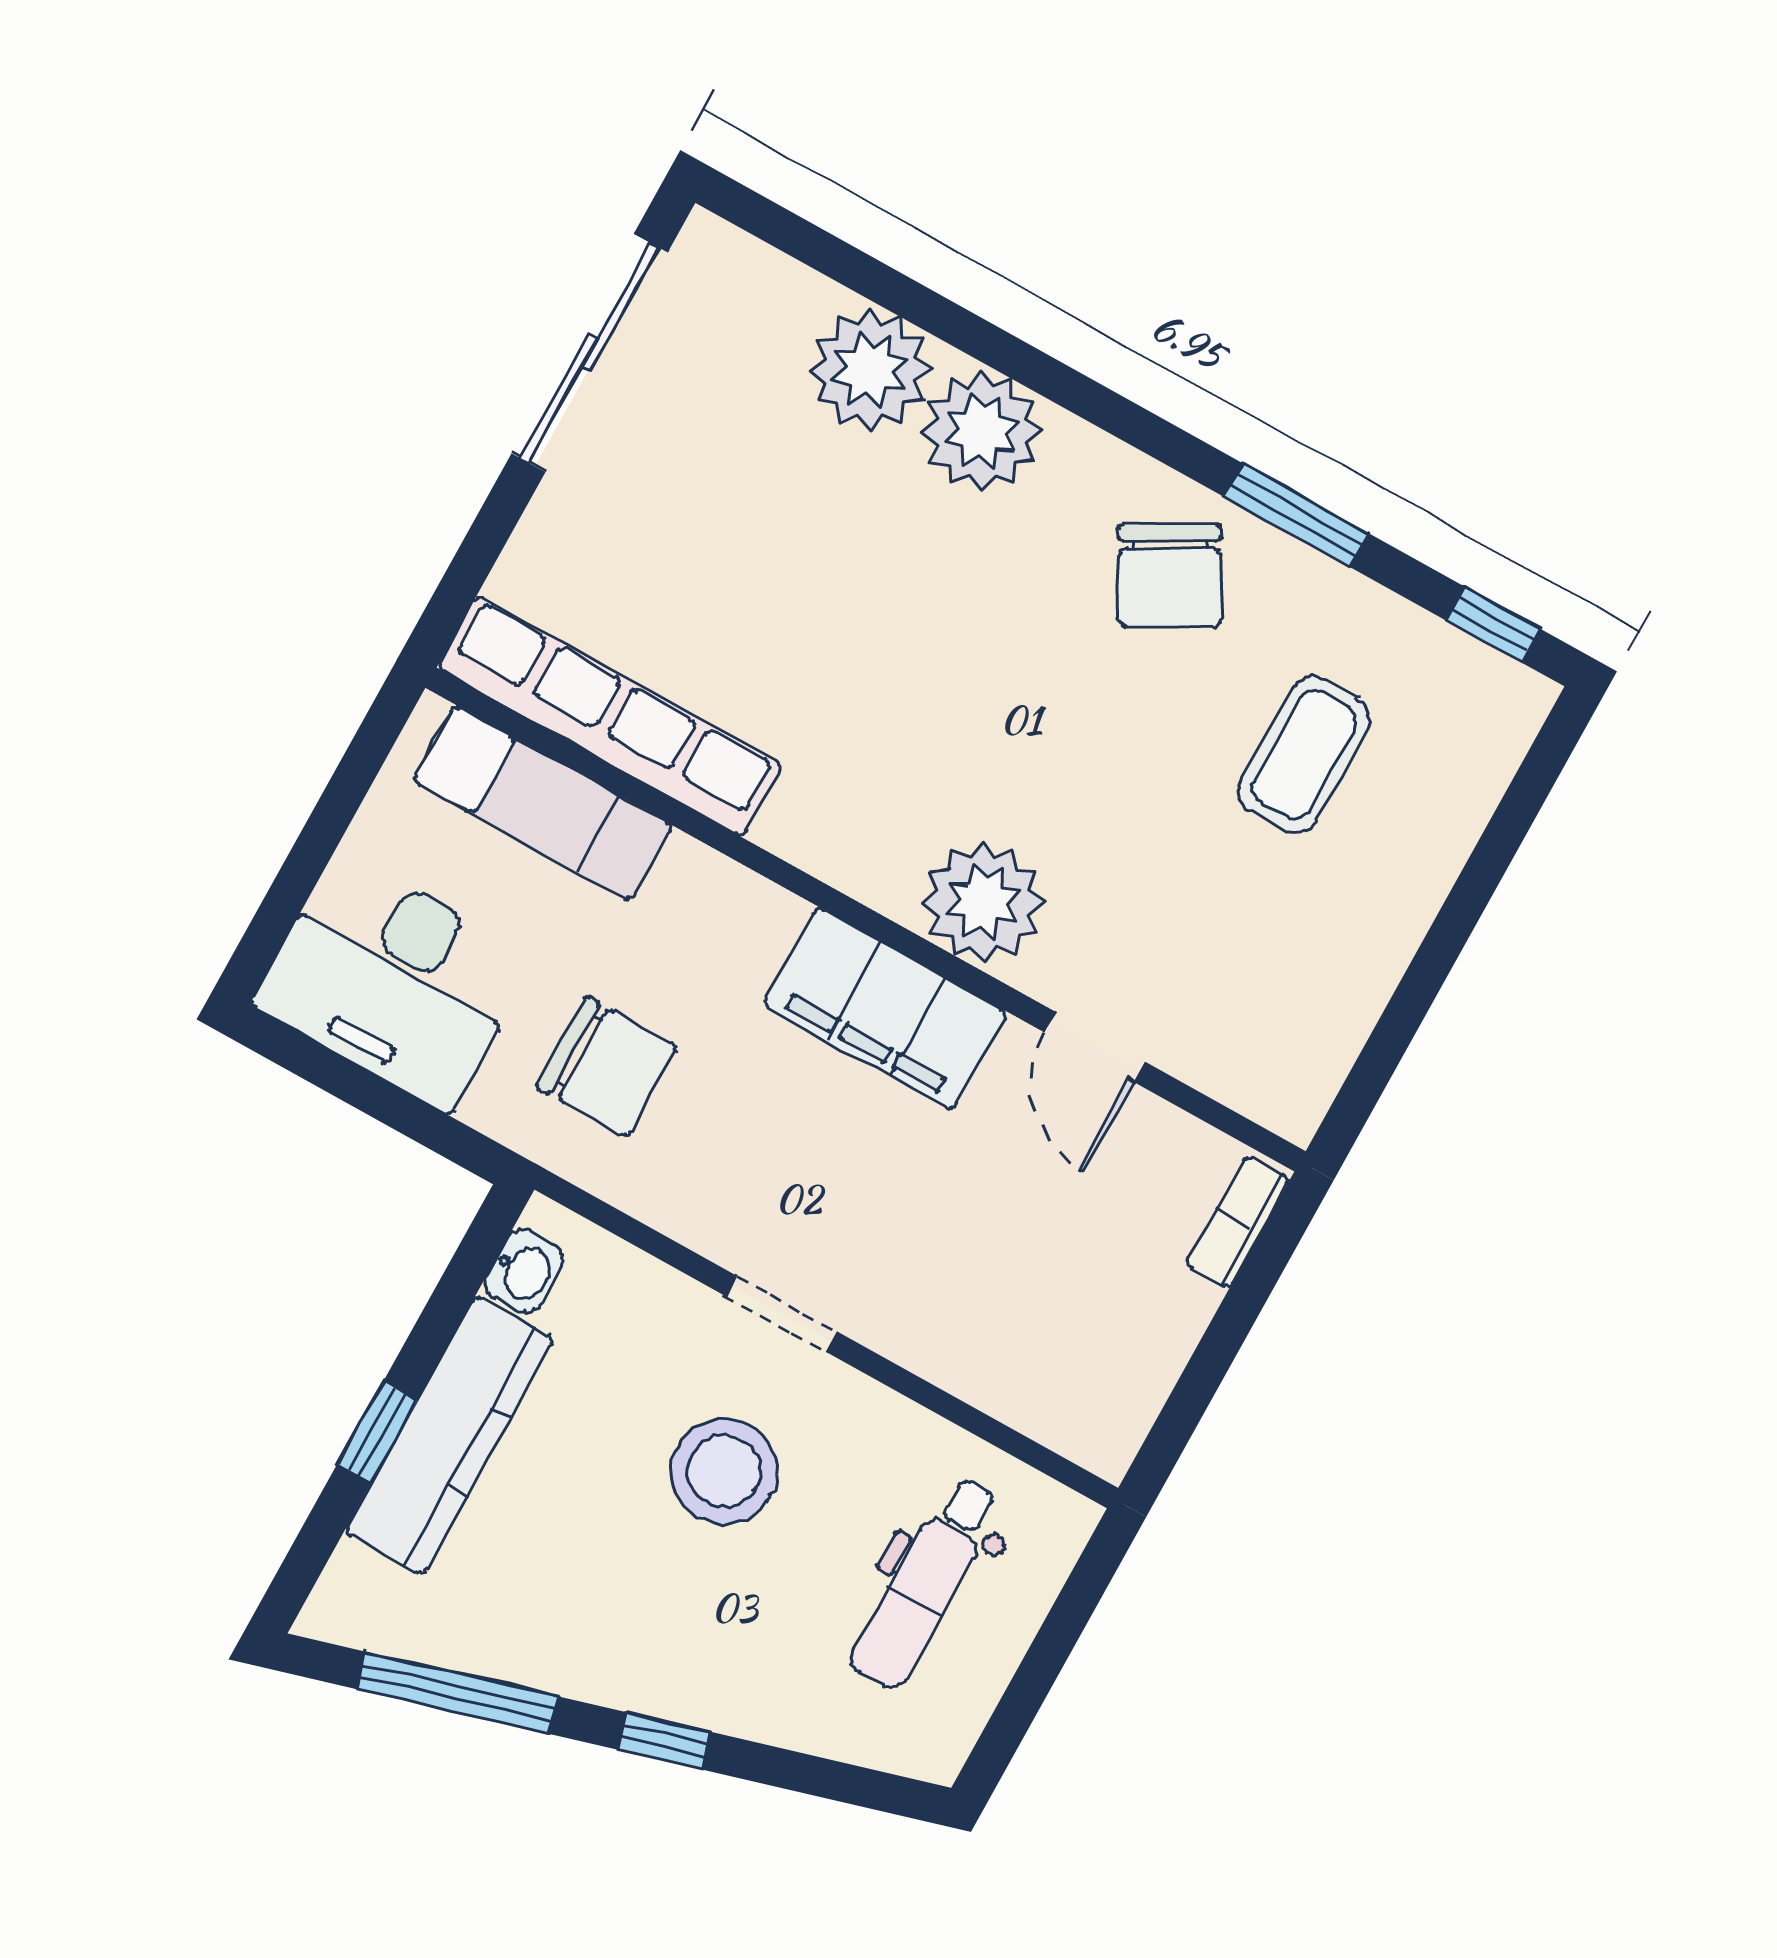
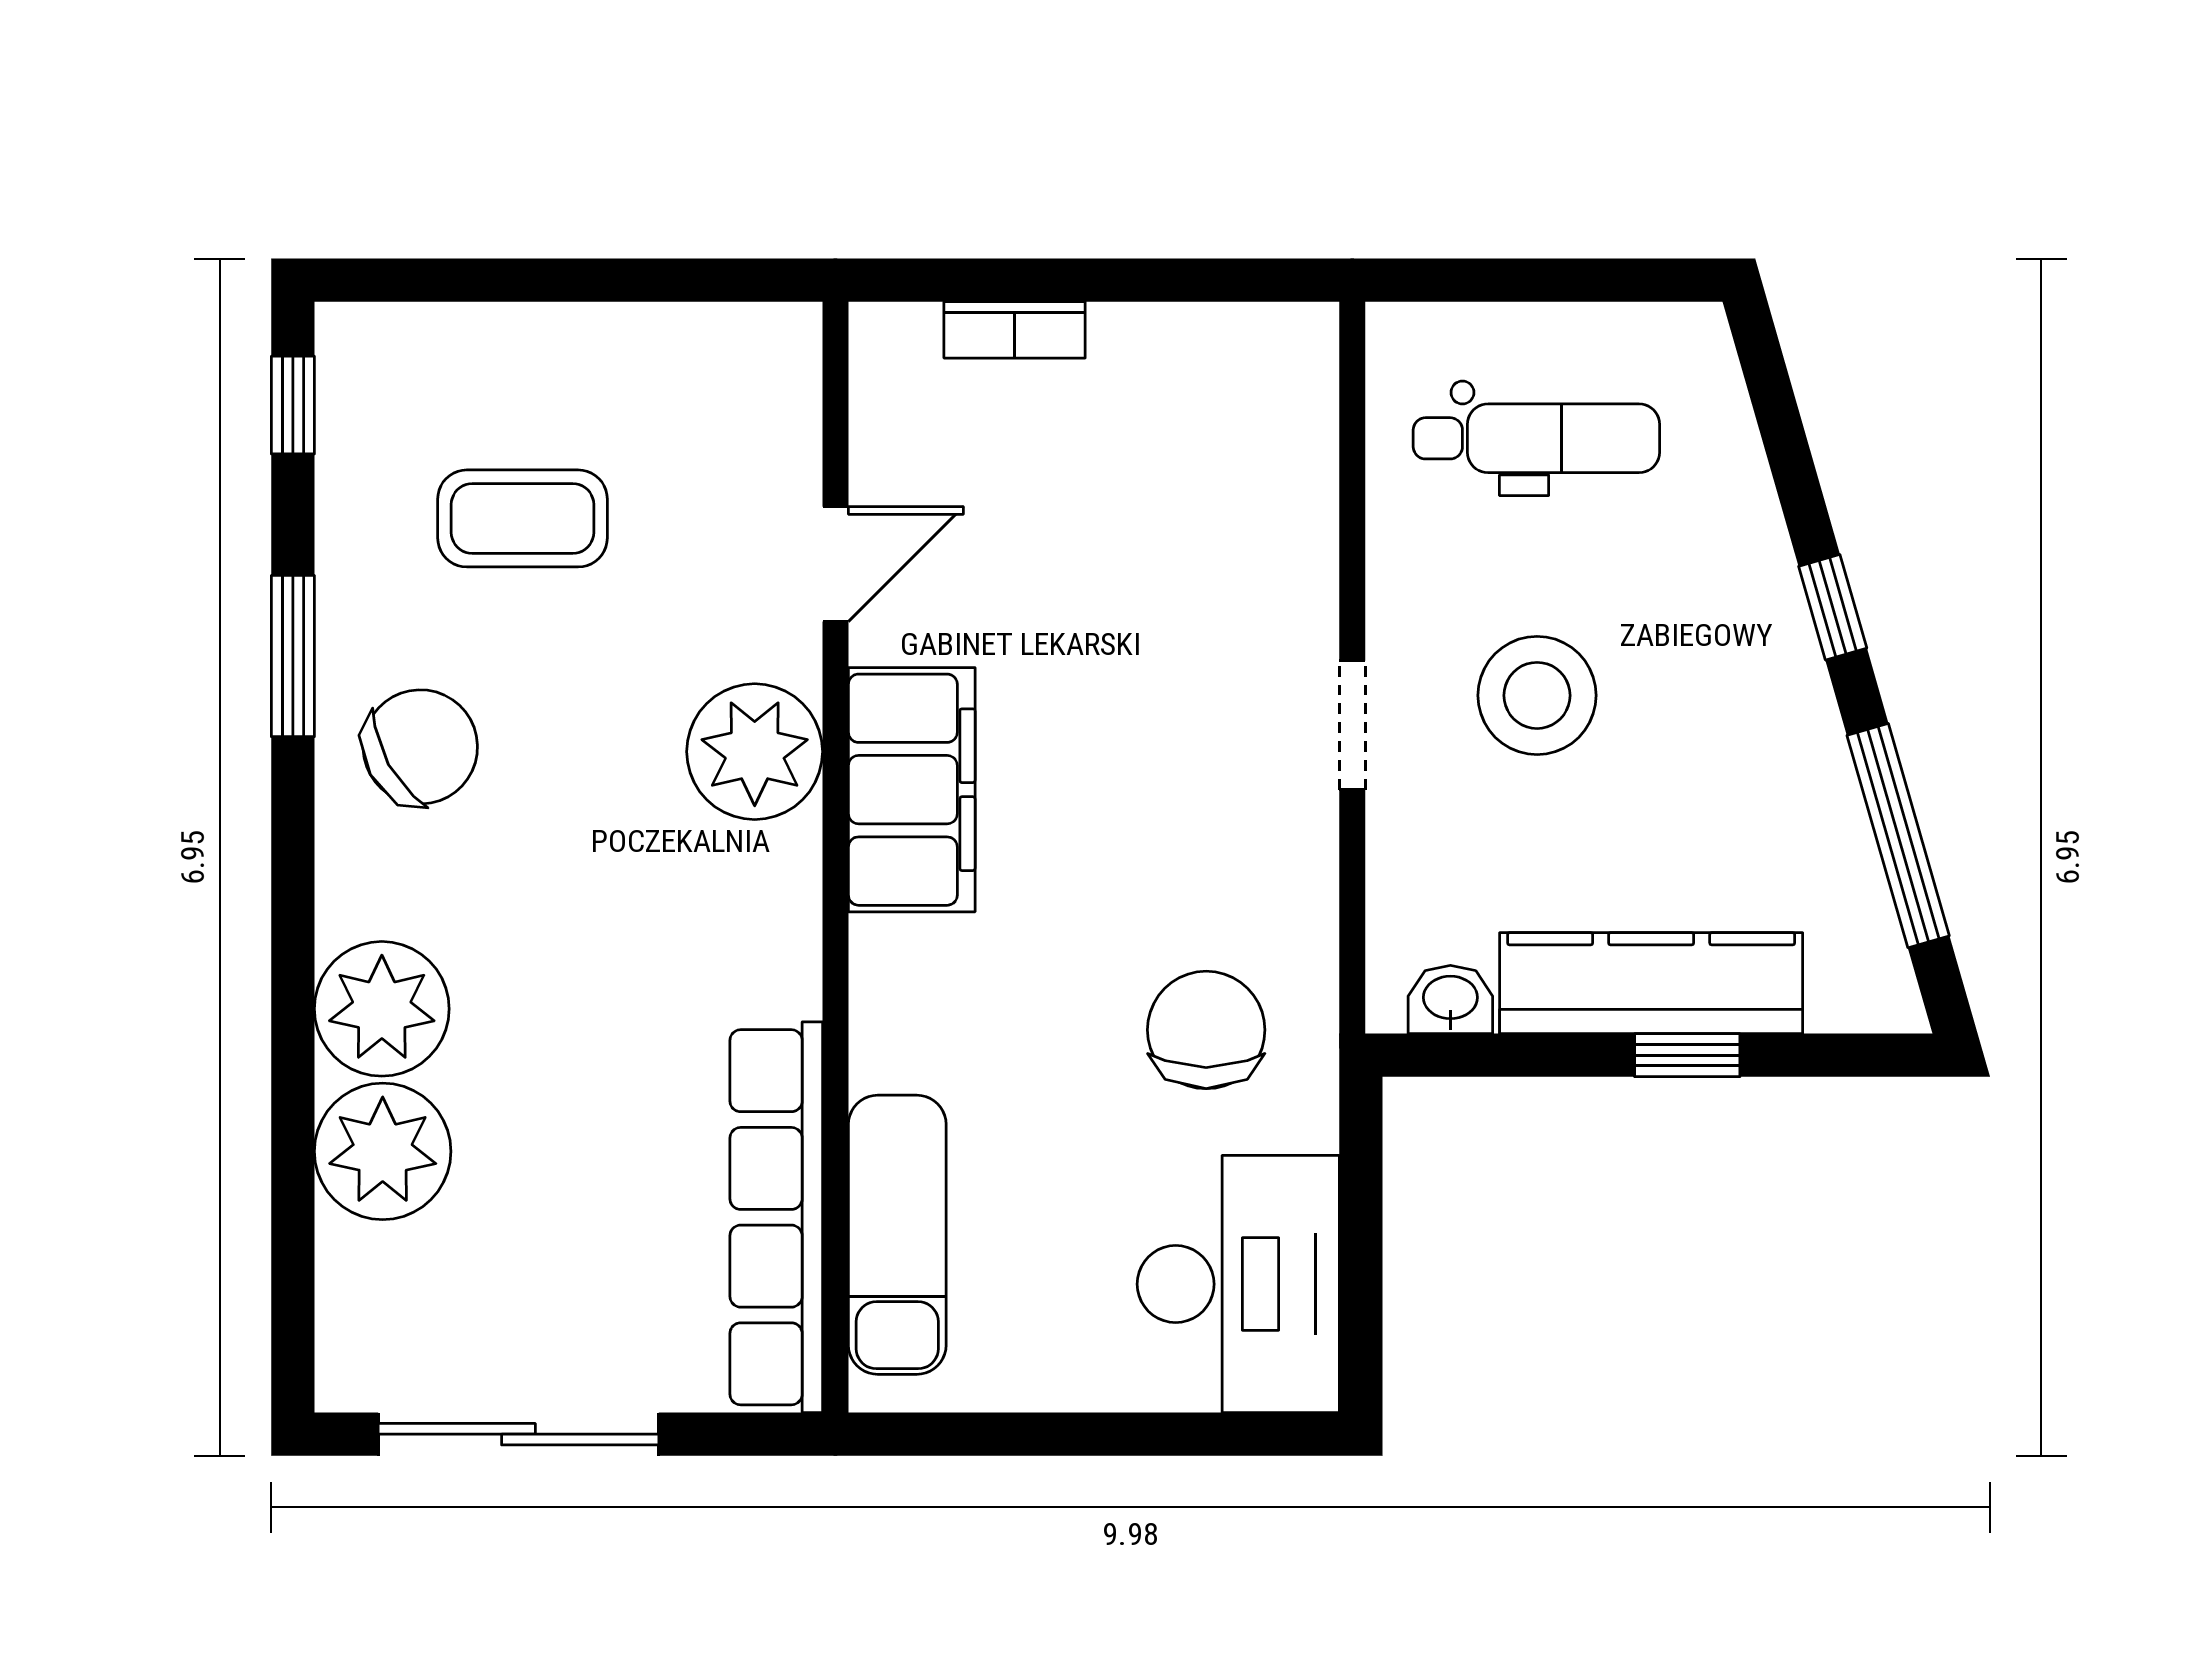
row of seats: (610, 716) -> (776, 1217), moved
exam couch: (543, 803) -> (897, 1235), moved
plant: (983, 902) -> (755, 752), moved
wall: (866, 919) -> (835, 857), moved
filing cabinet: (885, 1008) -> (912, 790), moved
door: (1095, 1047) -> (835, 564), moved

